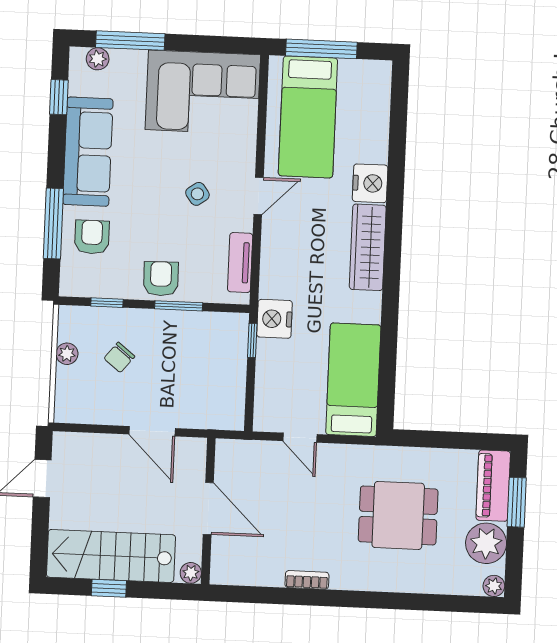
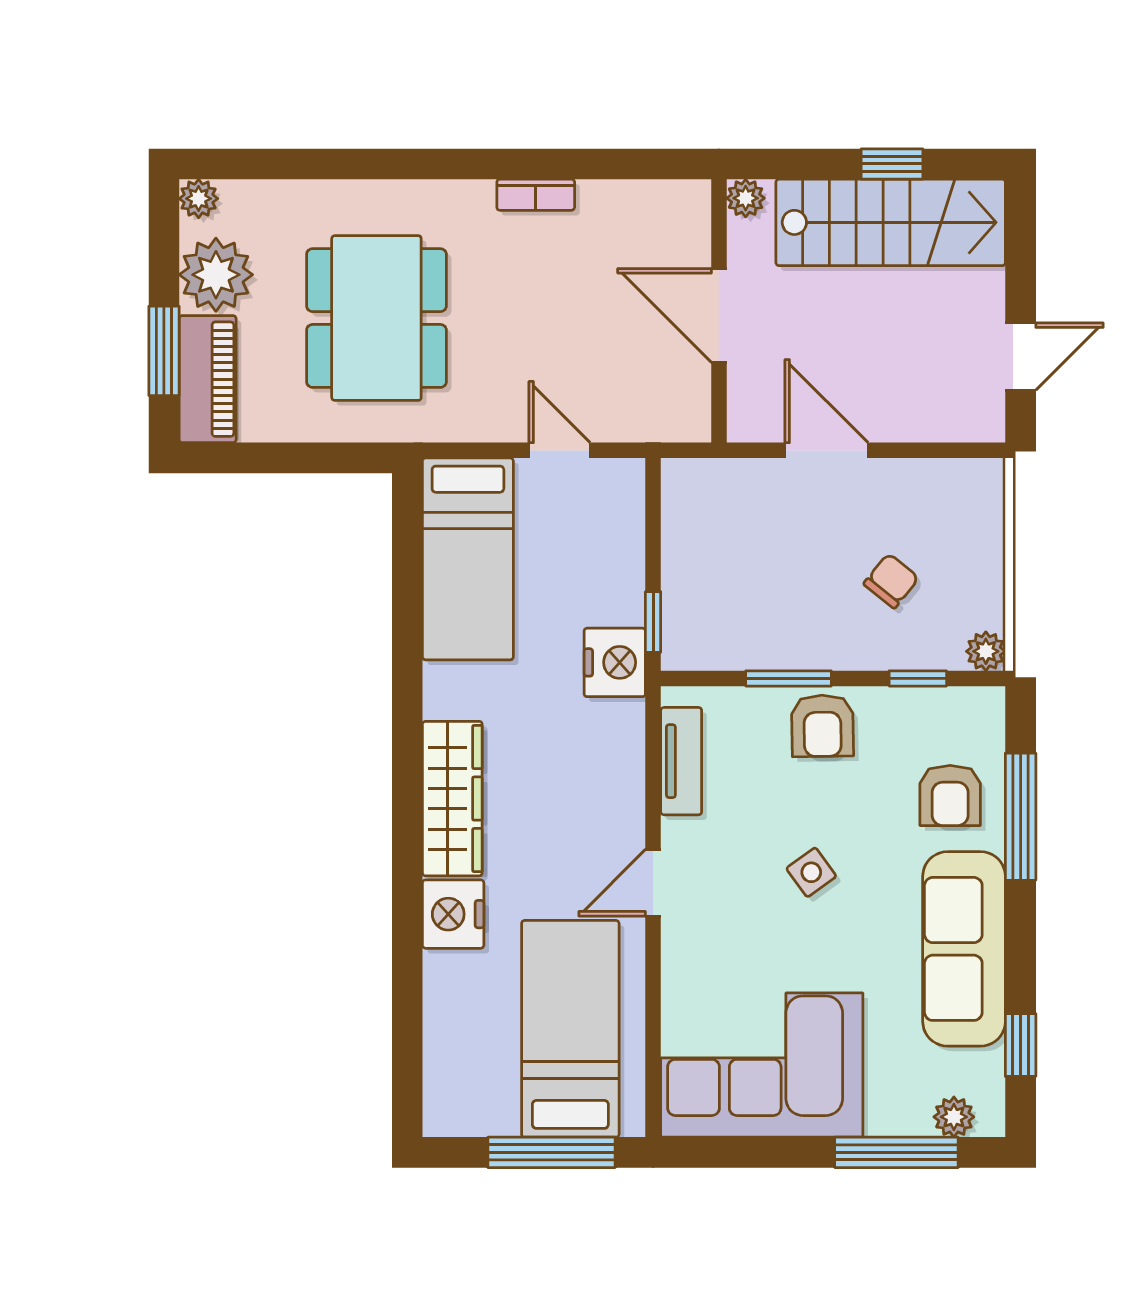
side table: (197, 194) -> (811, 872), moved
plant: (67, 354) -> (986, 651), moved
dining table: (398, 515) -> (376, 318), width x1.38

